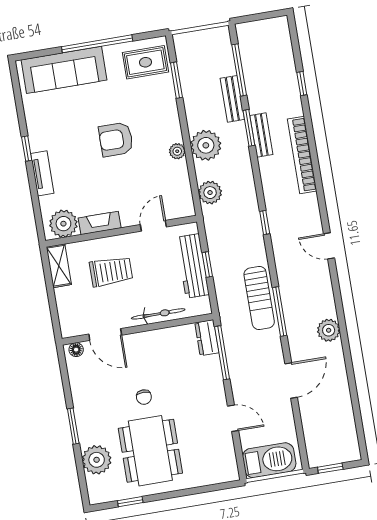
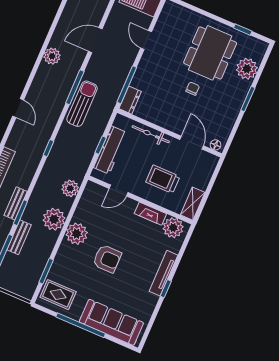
plant: (177, 151) -> (77, 234), width x1.88, depth x1.88
tv unit: (42, 173) -> (163, 273), width x1.41

